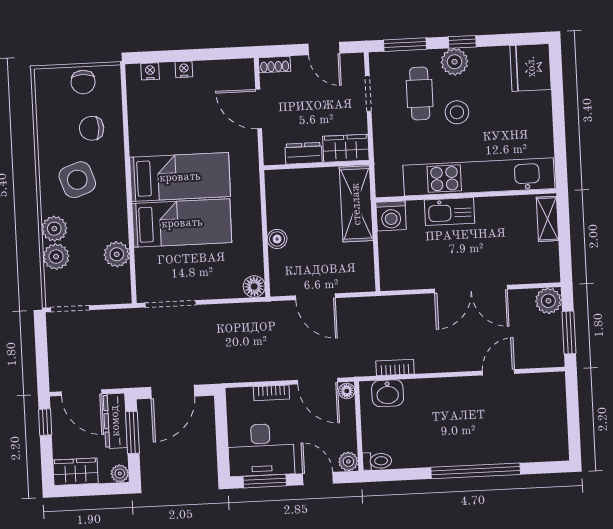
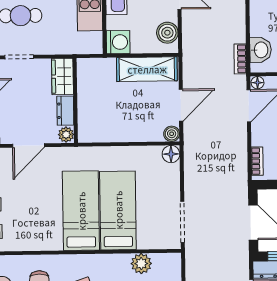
plant: (274, 155) -> (66, 135), added
shelving: (356, 204) -> (147, 69), moved
boiler: (277, 239) -> (172, 134), moved
boiler: (405, 277) -> (167, 33), added
bookcase: (395, 368) -> (240, 59), moved
bookcase: (271, 393) -> (257, 161), moved

